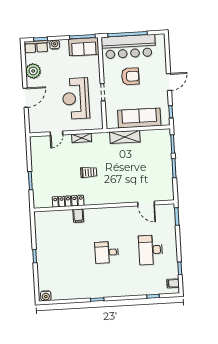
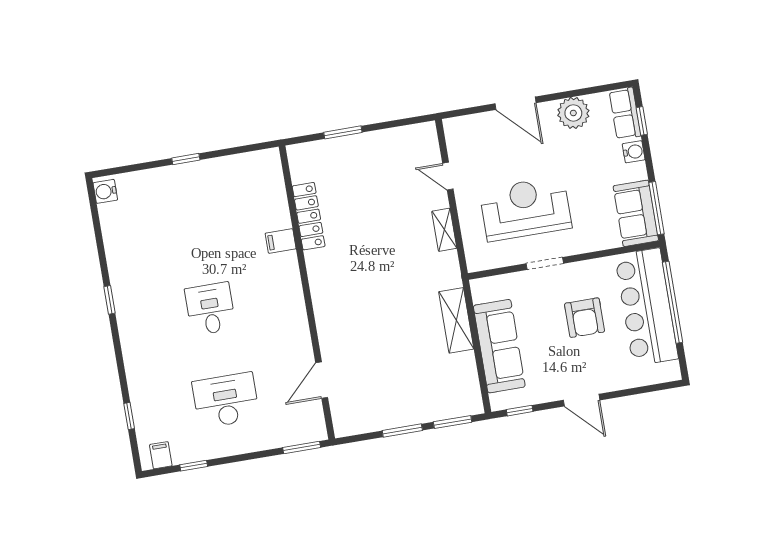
trolley: (89, 172) -> (374, 253), removed

